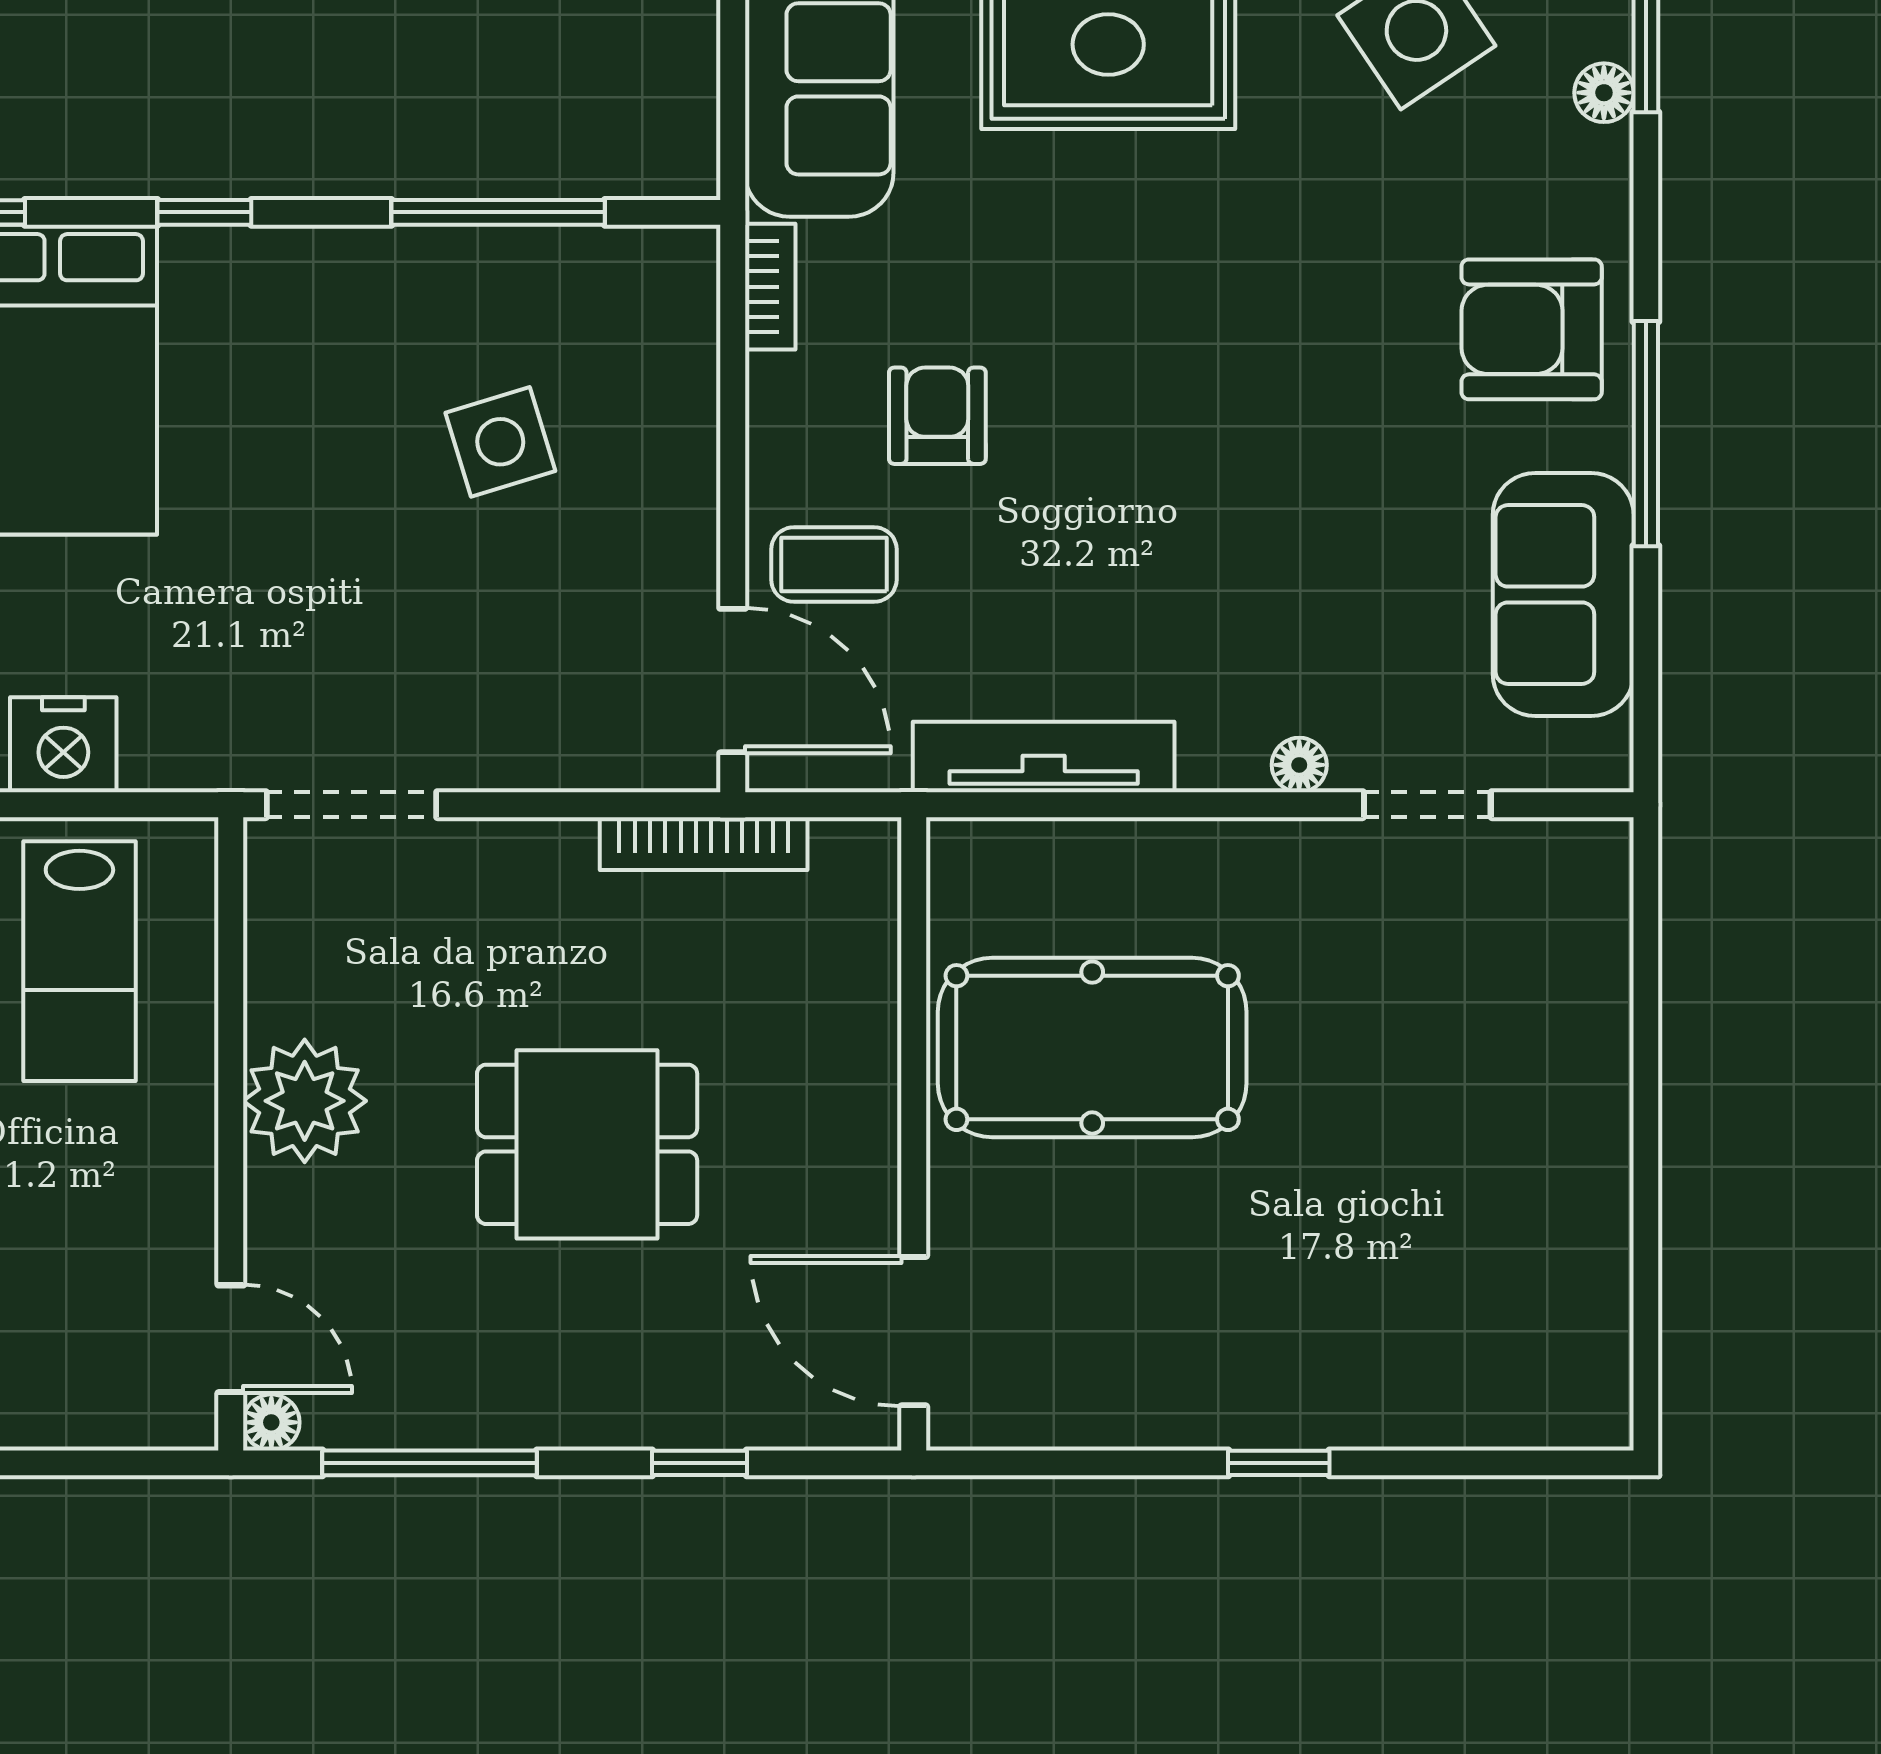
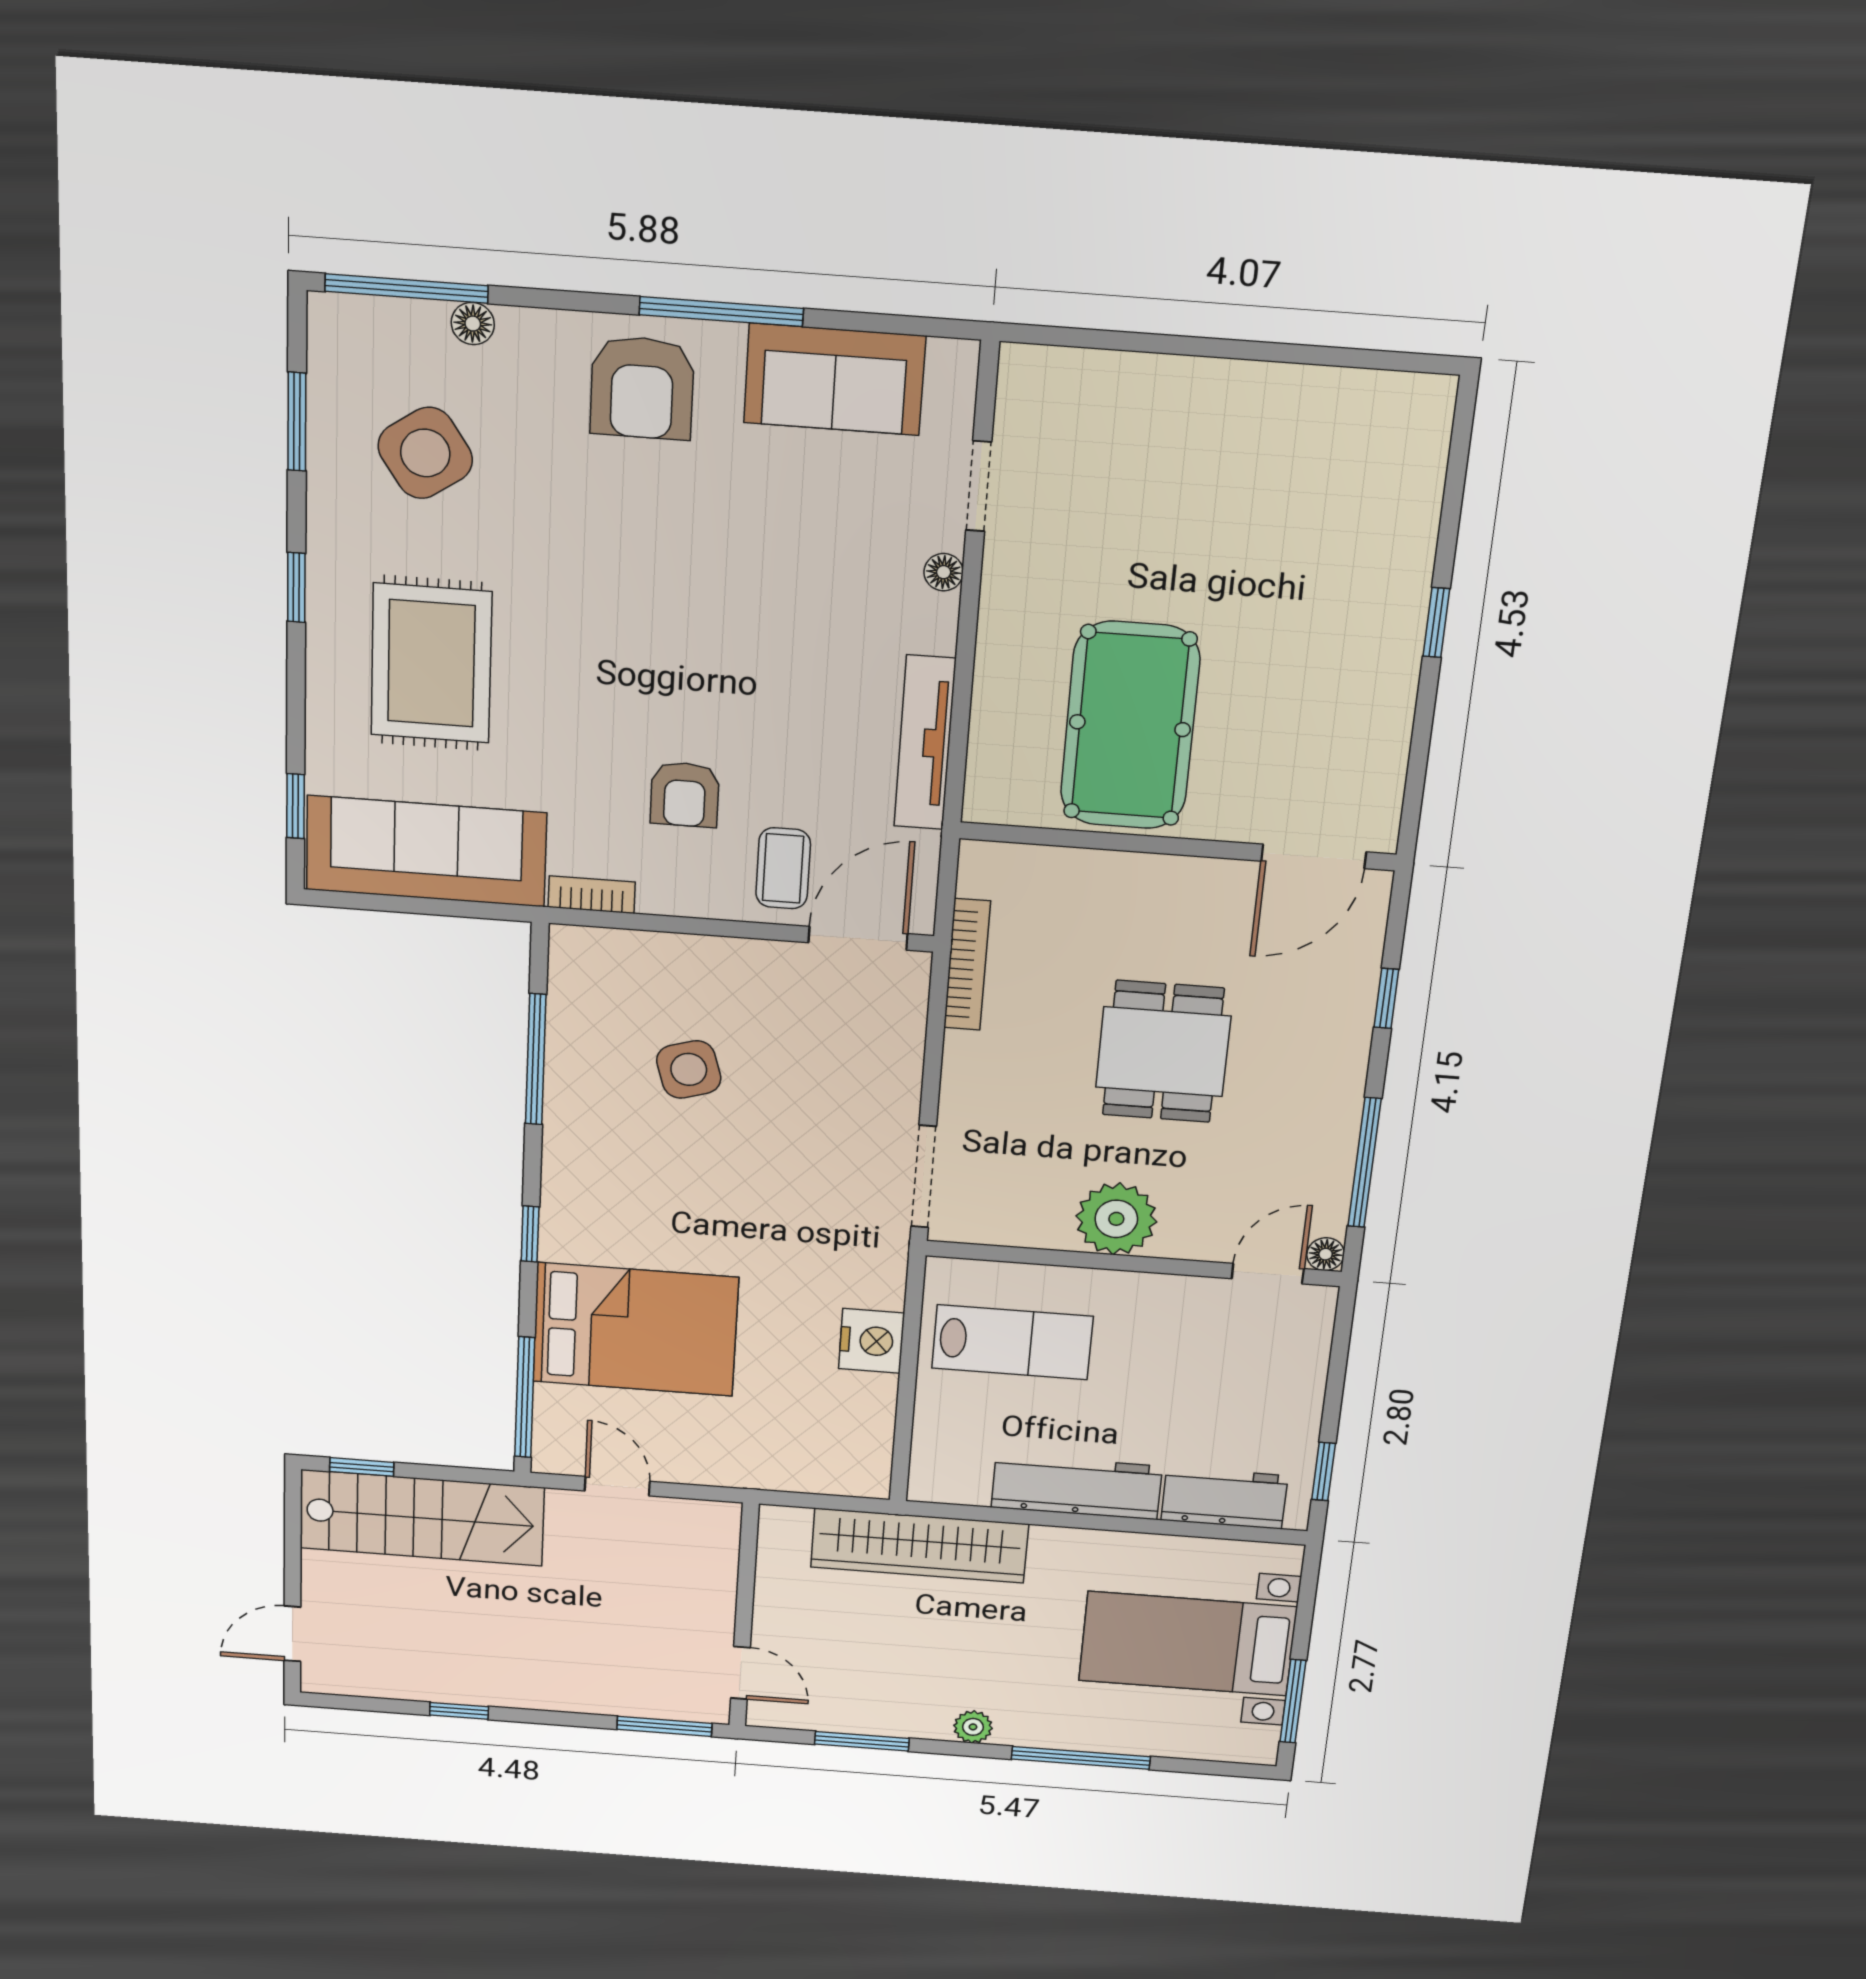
armchair: (937, 416) -> (685, 794), turned -90

